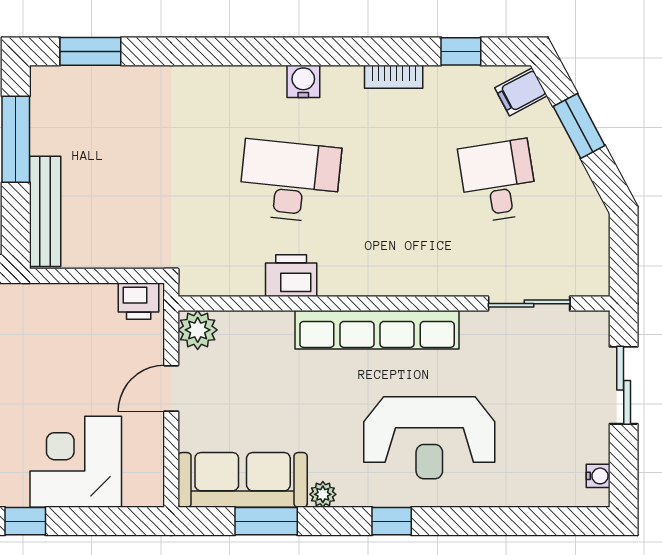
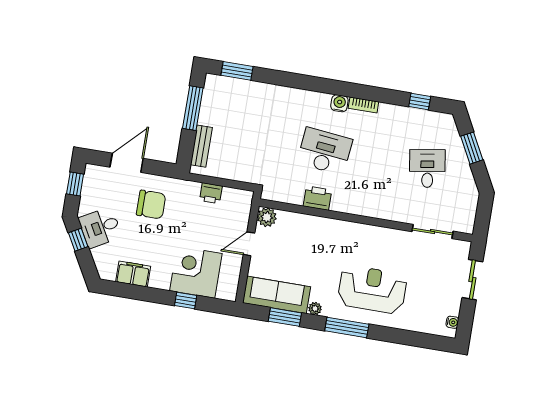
bookcase: (394, 77) -> (363, 105), moved
filing cabinet: (521, 92) -> (446, 126), removed
bench: (45, 211) -> (201, 146), width x0.73
printer: (139, 301) -> (211, 193), moved
row of seats: (377, 330) -> (355, 232), removed
reception desk: (429, 438) -> (372, 289), turned 180
window: (25, 521) -> (186, 300), moved
window: (392, 521) -> (347, 327), width x2.17

